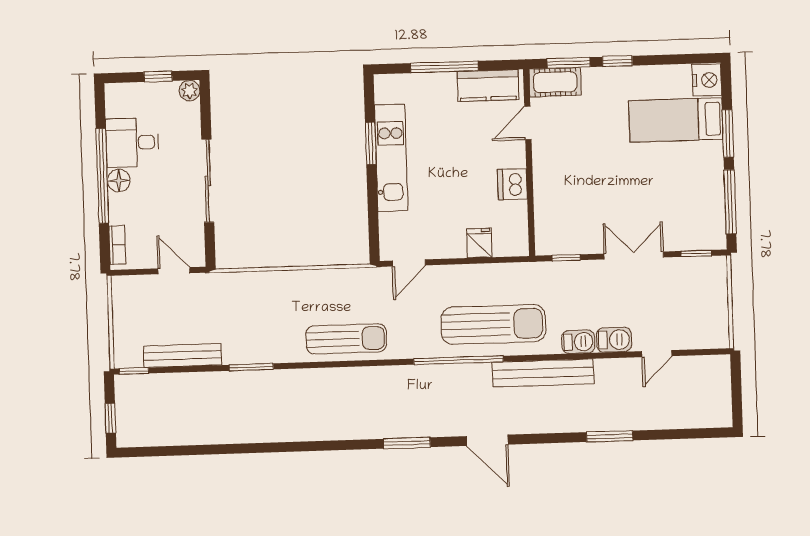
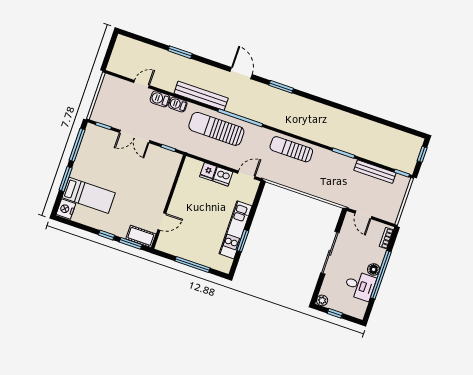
kitchen counter: (488, 86) -> (174, 247), removed
dishwasher: (512, 184) -> (223, 176), moved, turned 90

